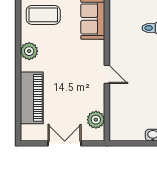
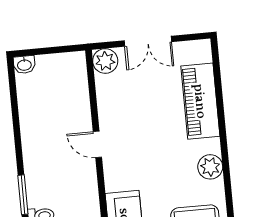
plant: (96, 120) -> (105, 61), moved

